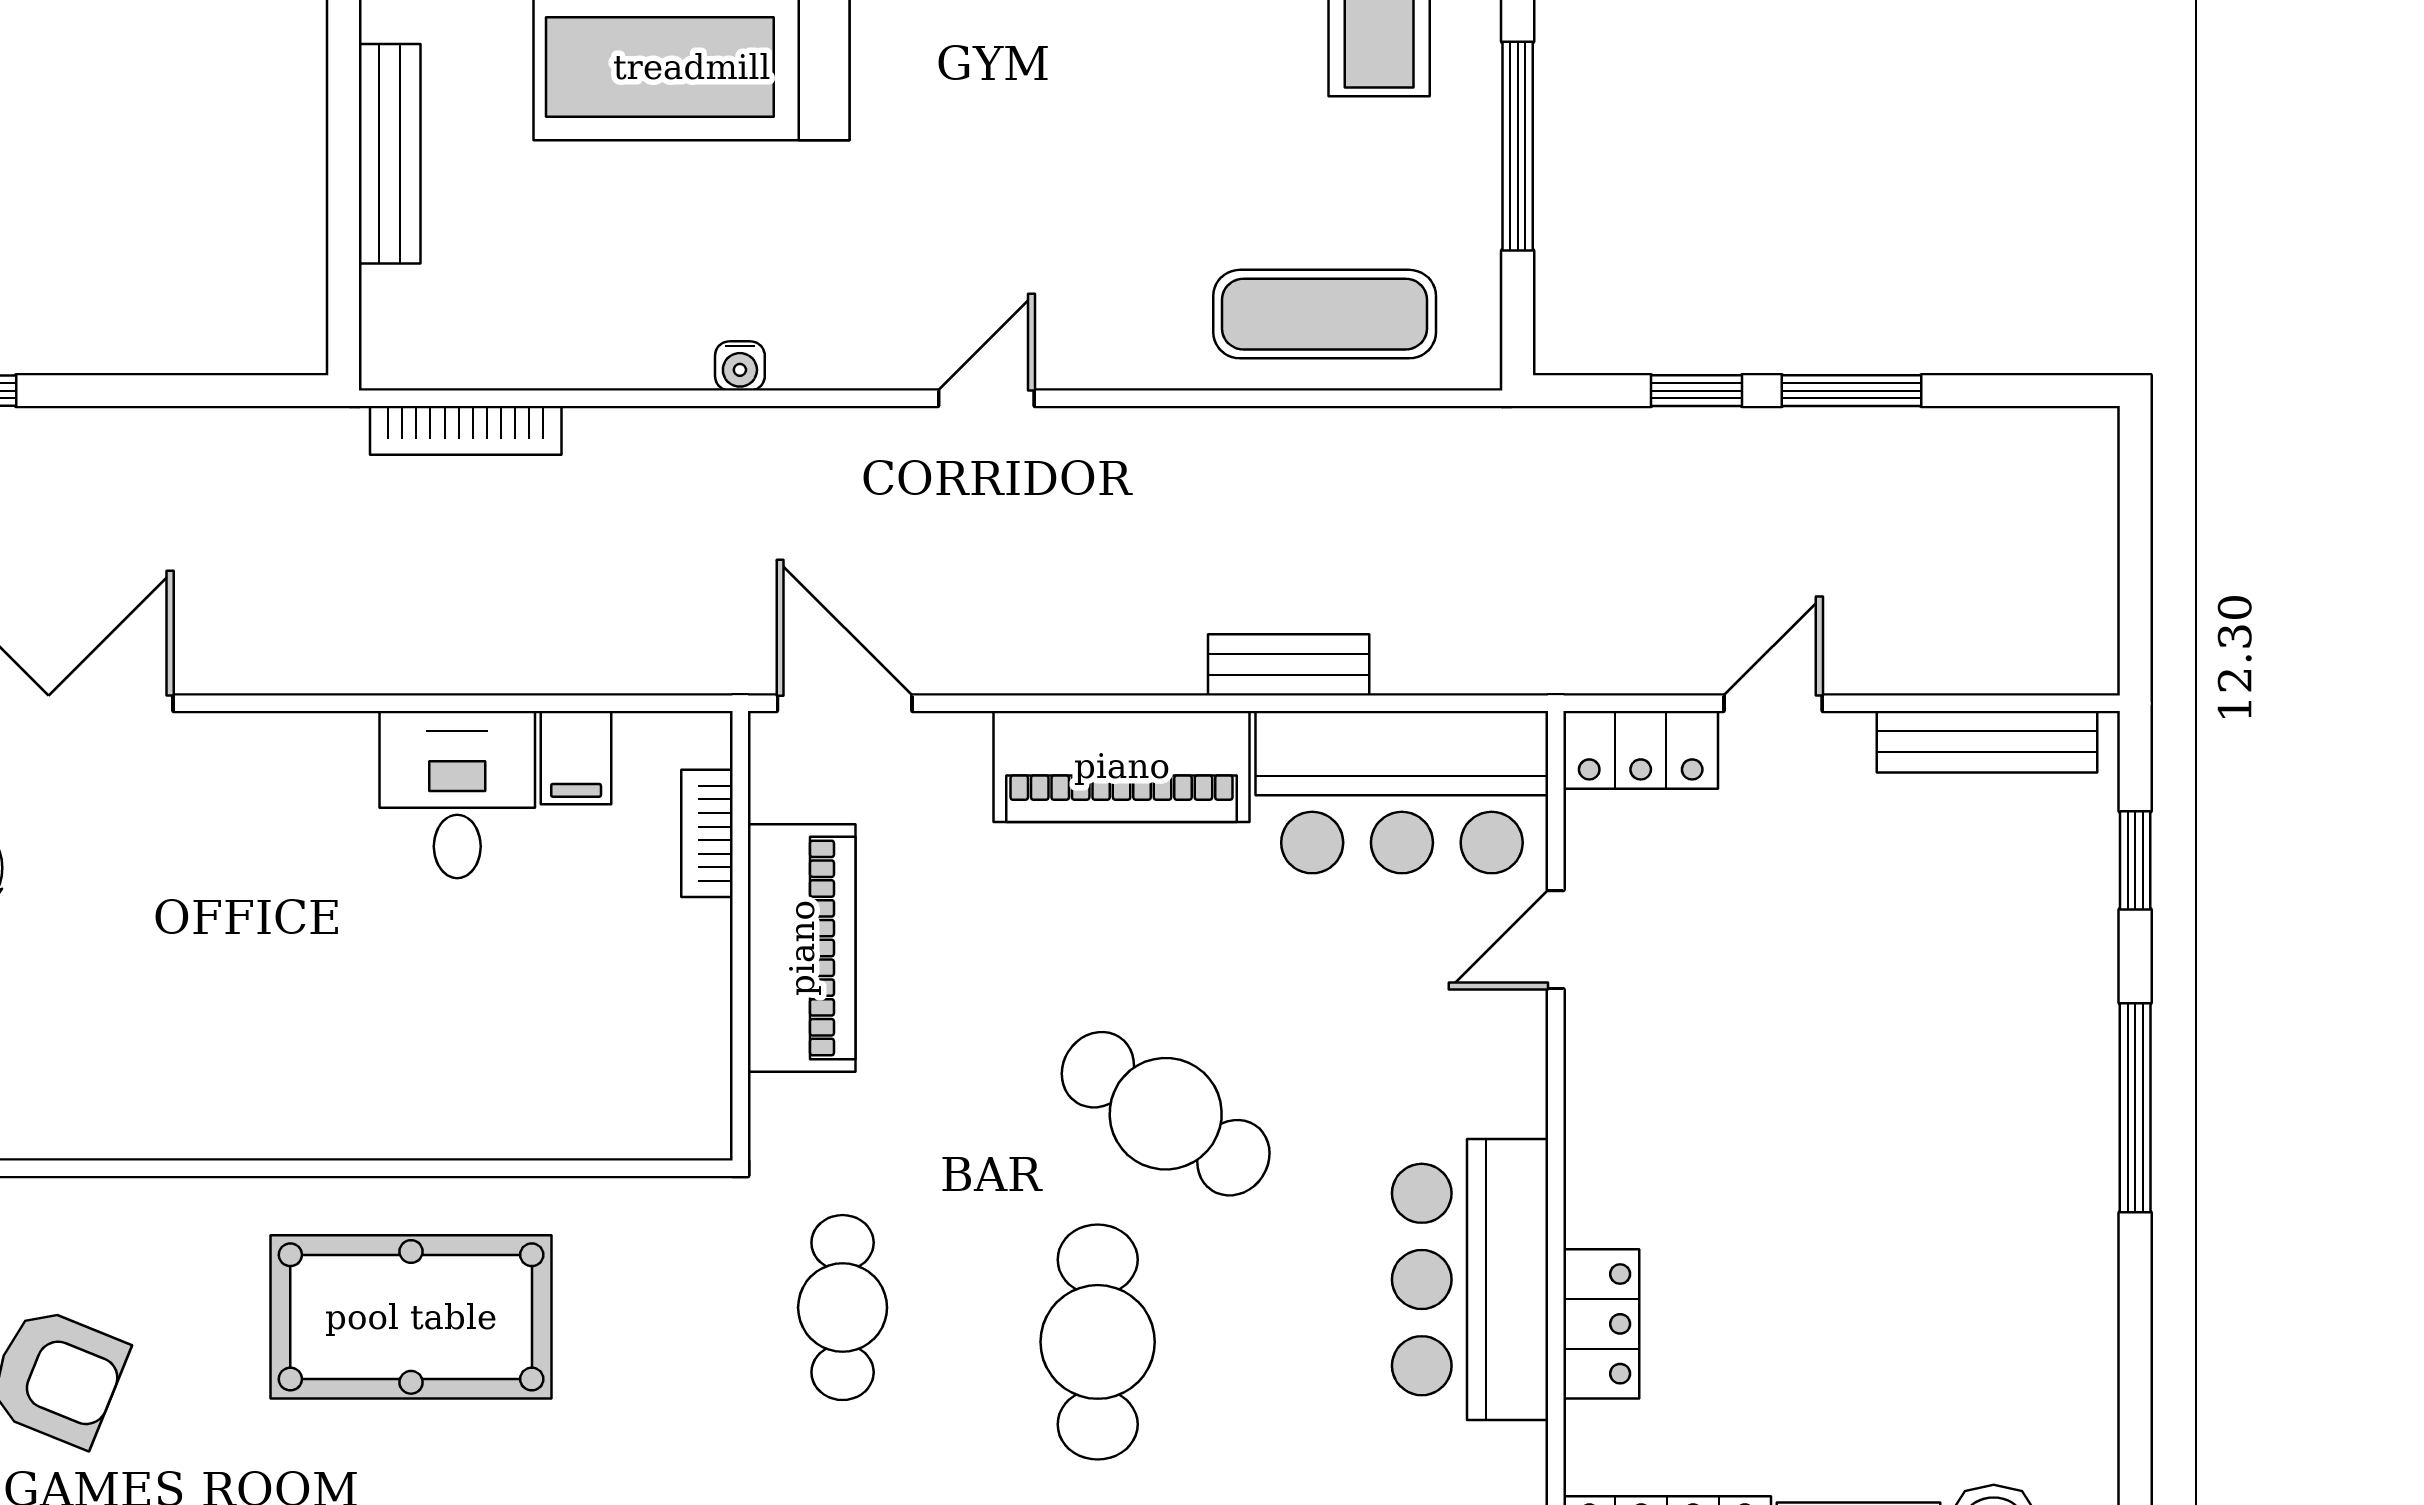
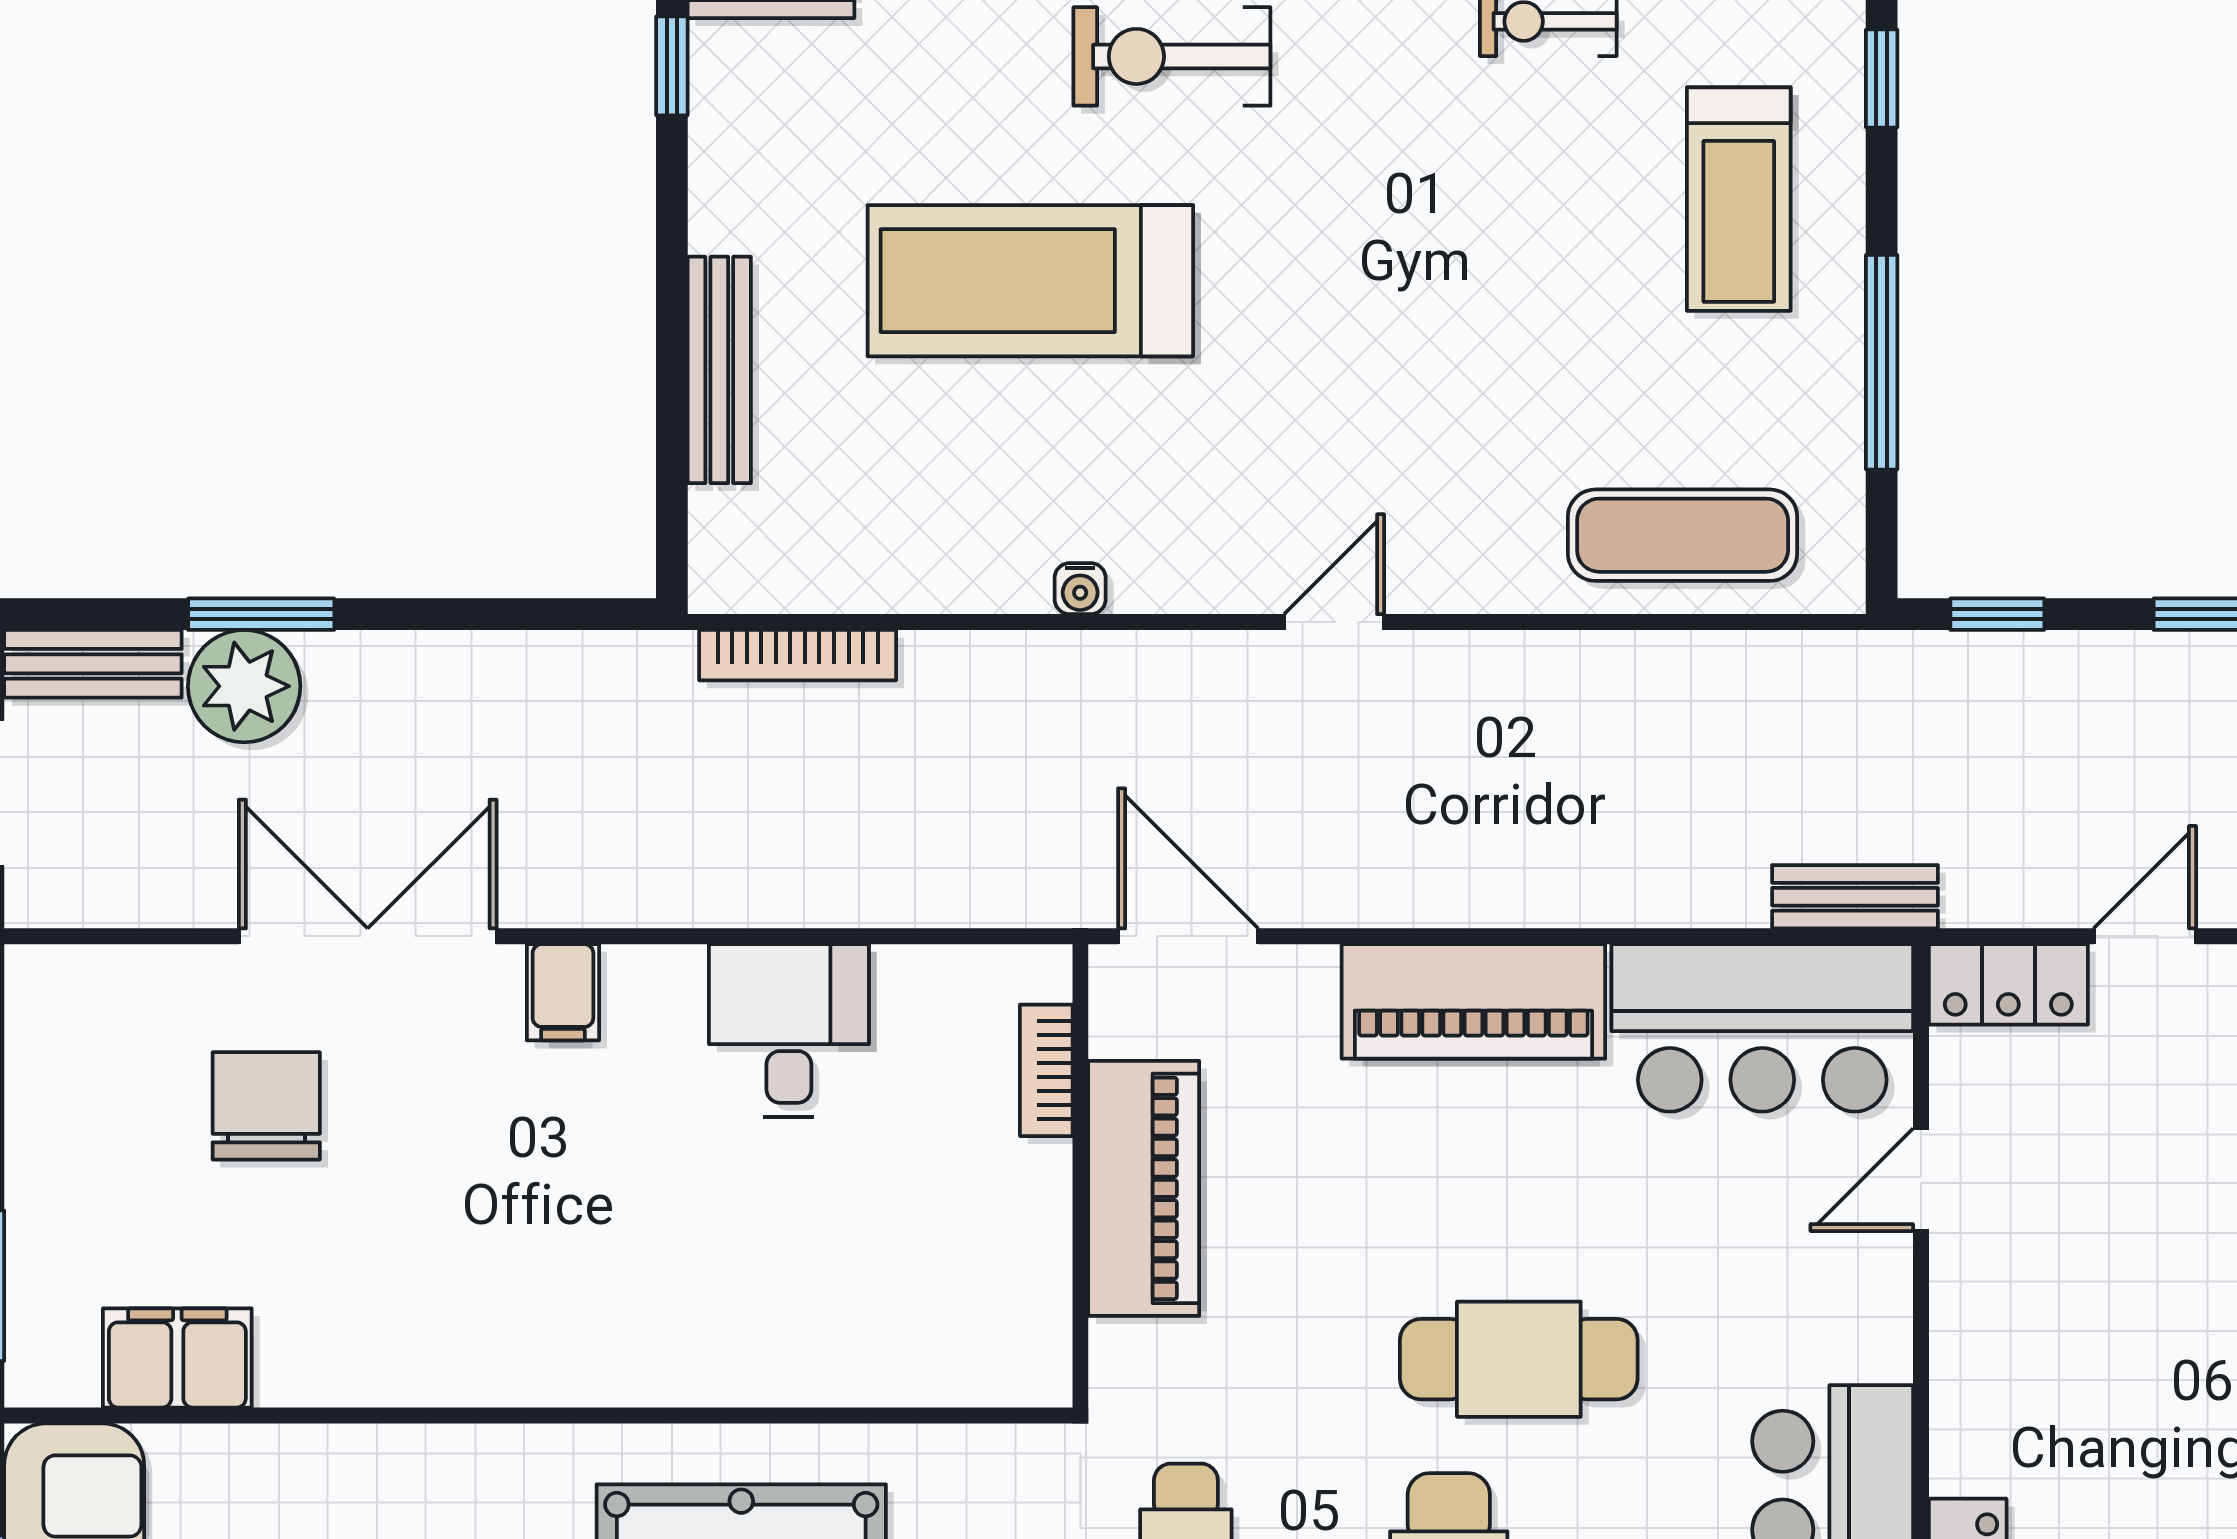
window: (1697, 391) -> (1997, 614), moved
bench: (1289, 665) -> (1855, 897), moved
filing cabinet: (576, 758) -> (563, 992), moved
cafe table: (1166, 1114) -> (1519, 1359), turned -33

